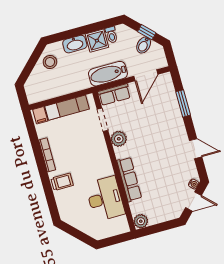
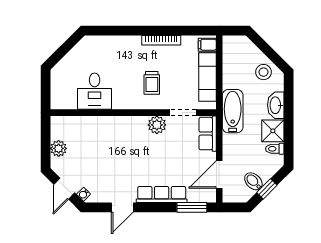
bathtub: (108, 74) -> (233, 111), moved
door: (146, 75) -> (219, 175), hinge flipped
window: (183, 103) -> (192, 207), moved
row of seats: (129, 179) -> (162, 194), moved, turned 180
trolley: (62, 182) -> (152, 83), moved
desk: (105, 199) -> (95, 91), width x0.73
plant: (141, 221) -> (59, 148), moved

